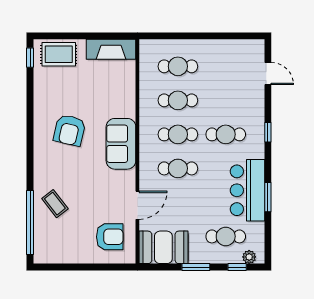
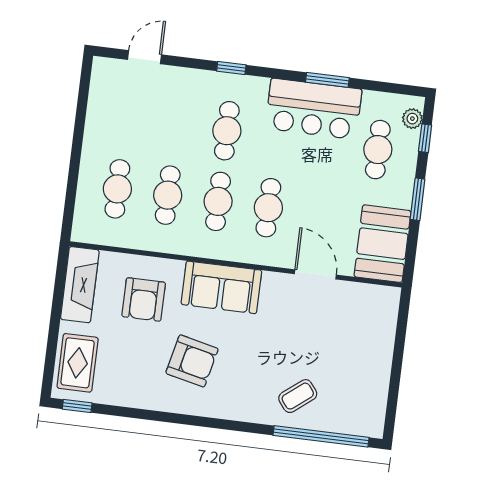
armchair: (110, 237) -> (144, 299), moved, turned 180

